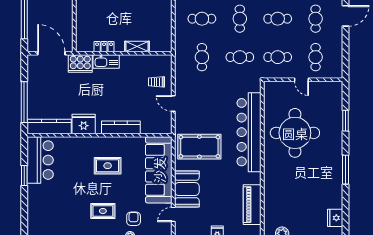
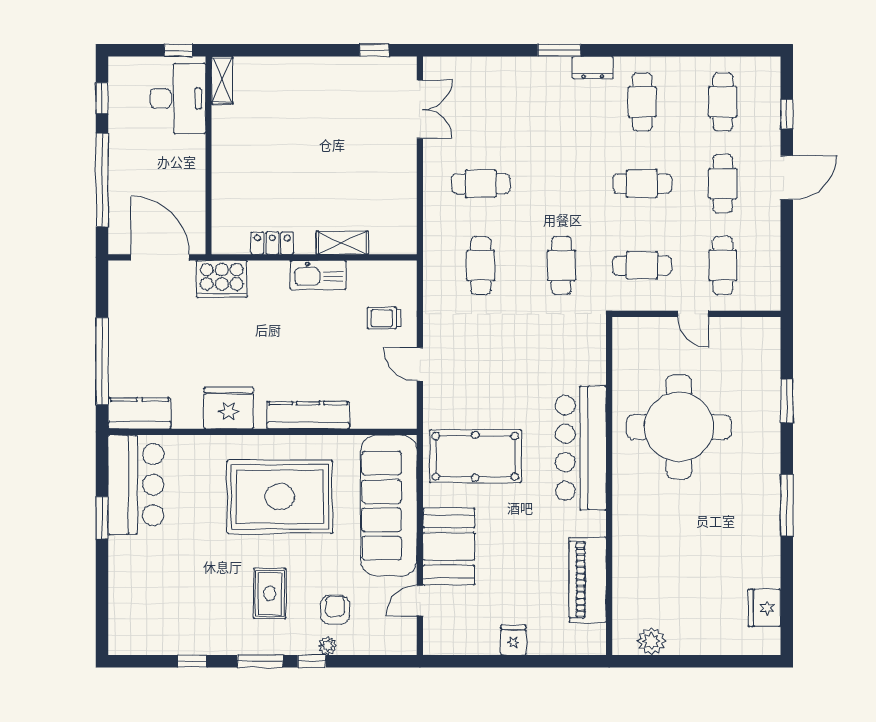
cafe table: (240, 19) -> (561, 184), removed
cafe table: (240, 57) -> (561, 265), turned 90
kitchen sink: (106, 62) -> (318, 275), moved
kitchen counter: (49, 127) -> (140, 413), width x0.67
bar counter: (249, 132) -> (581, 448), width x0.73
rug: (108, 166) -> (280, 497), width x1.86, depth x2.06
rug: (103, 211) -> (270, 593), turned 90

